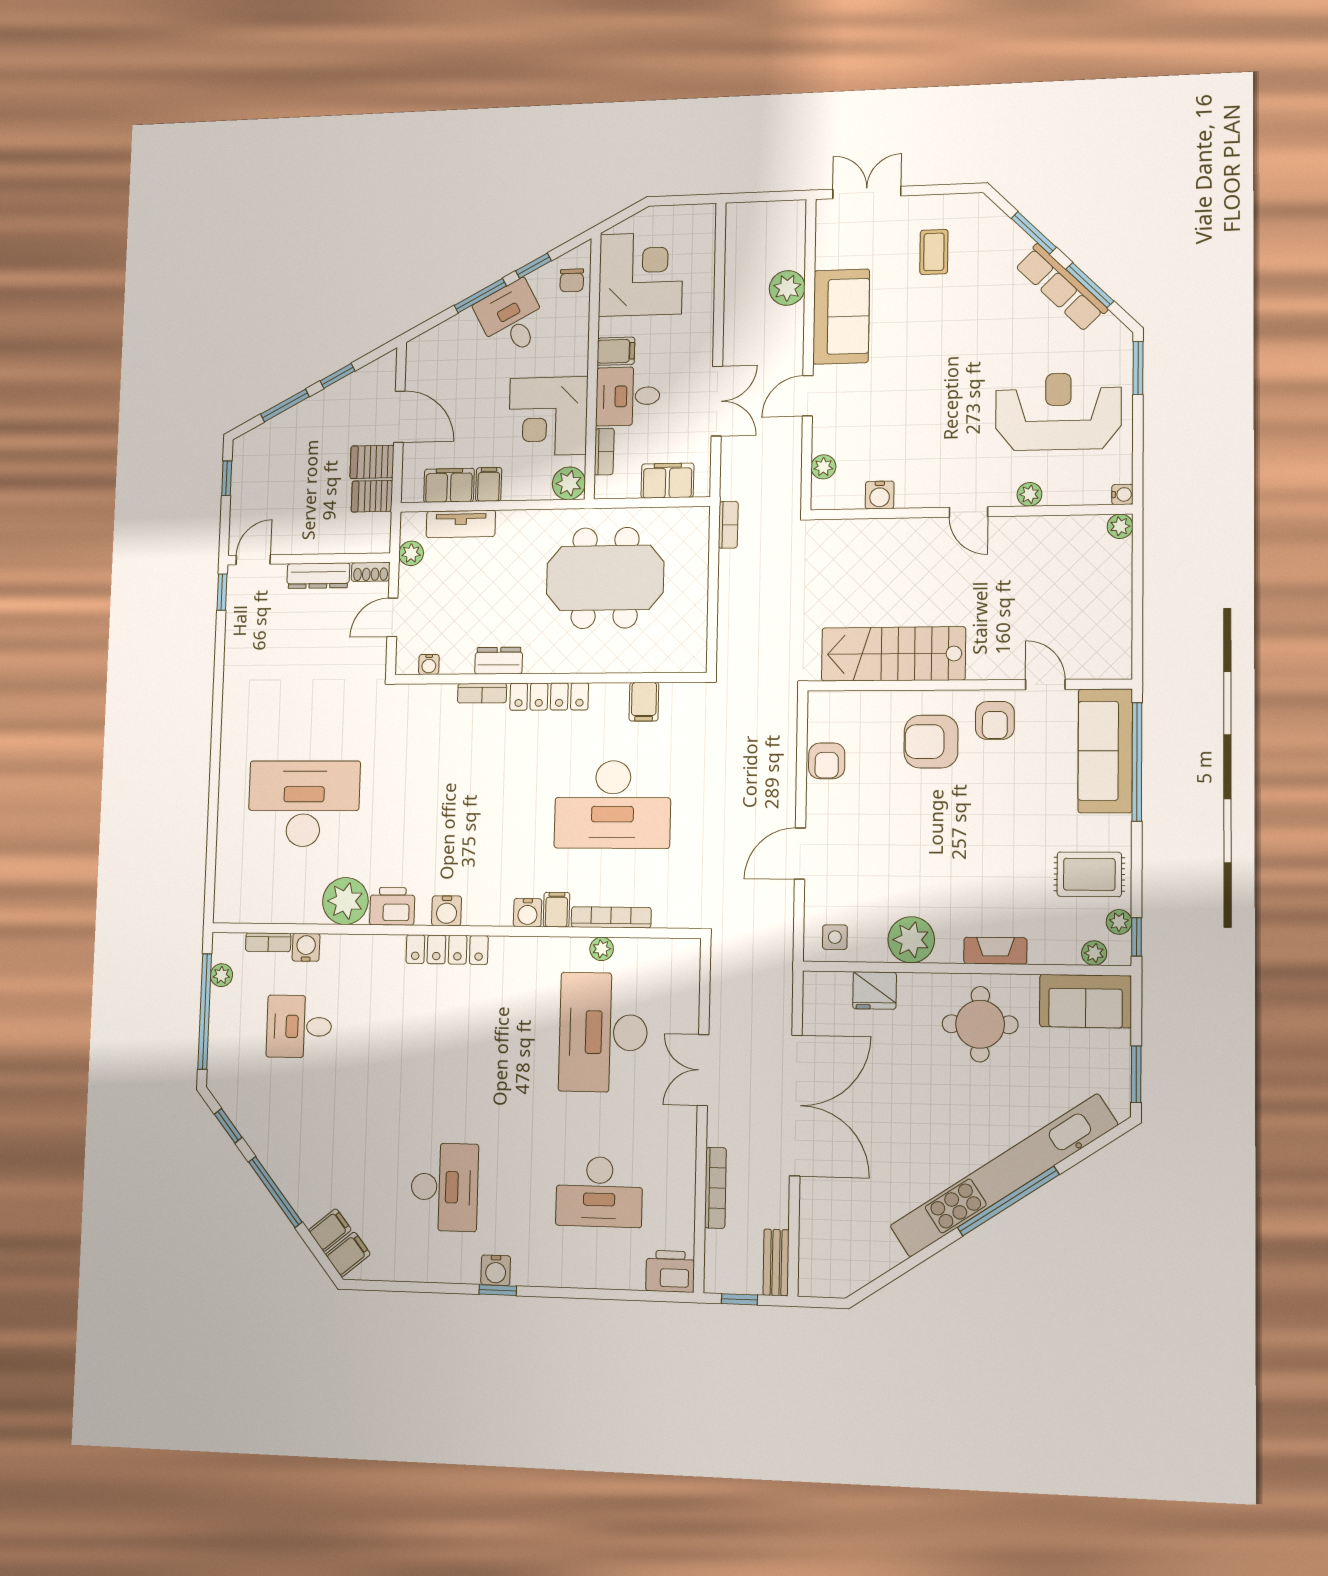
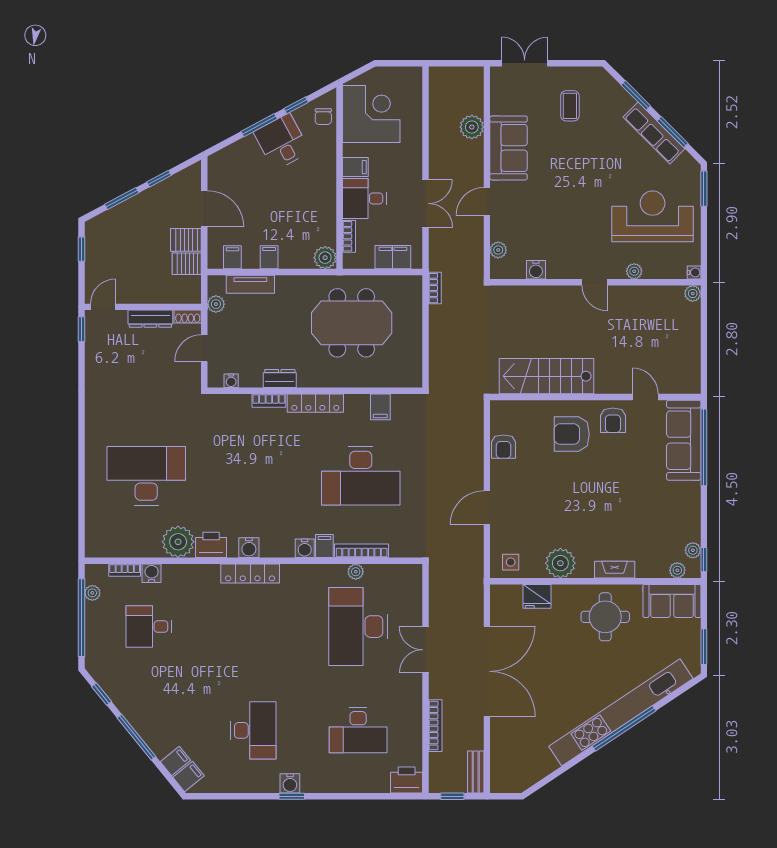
corner desk: (548, 416) -> (309, 211), removed
filing cabinet: (449, 485) -> (232, 257), width x0.50
rug: (1089, 874) -> (674, 520), removed

